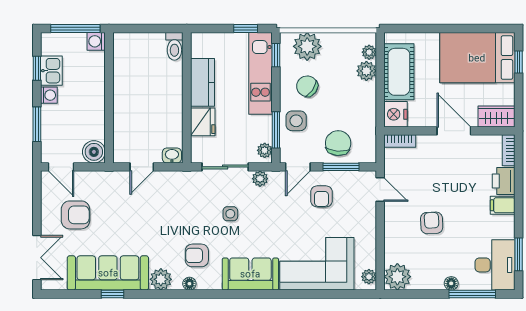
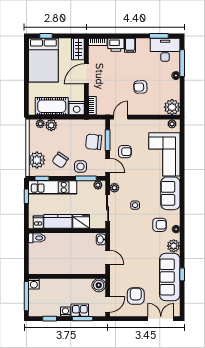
dishwasher: (201, 49) -> (38, 222), added
kitchen sink: (51, 71) -> (80, 310), moved
armchair: (197, 255) -> (159, 225), turned -90

